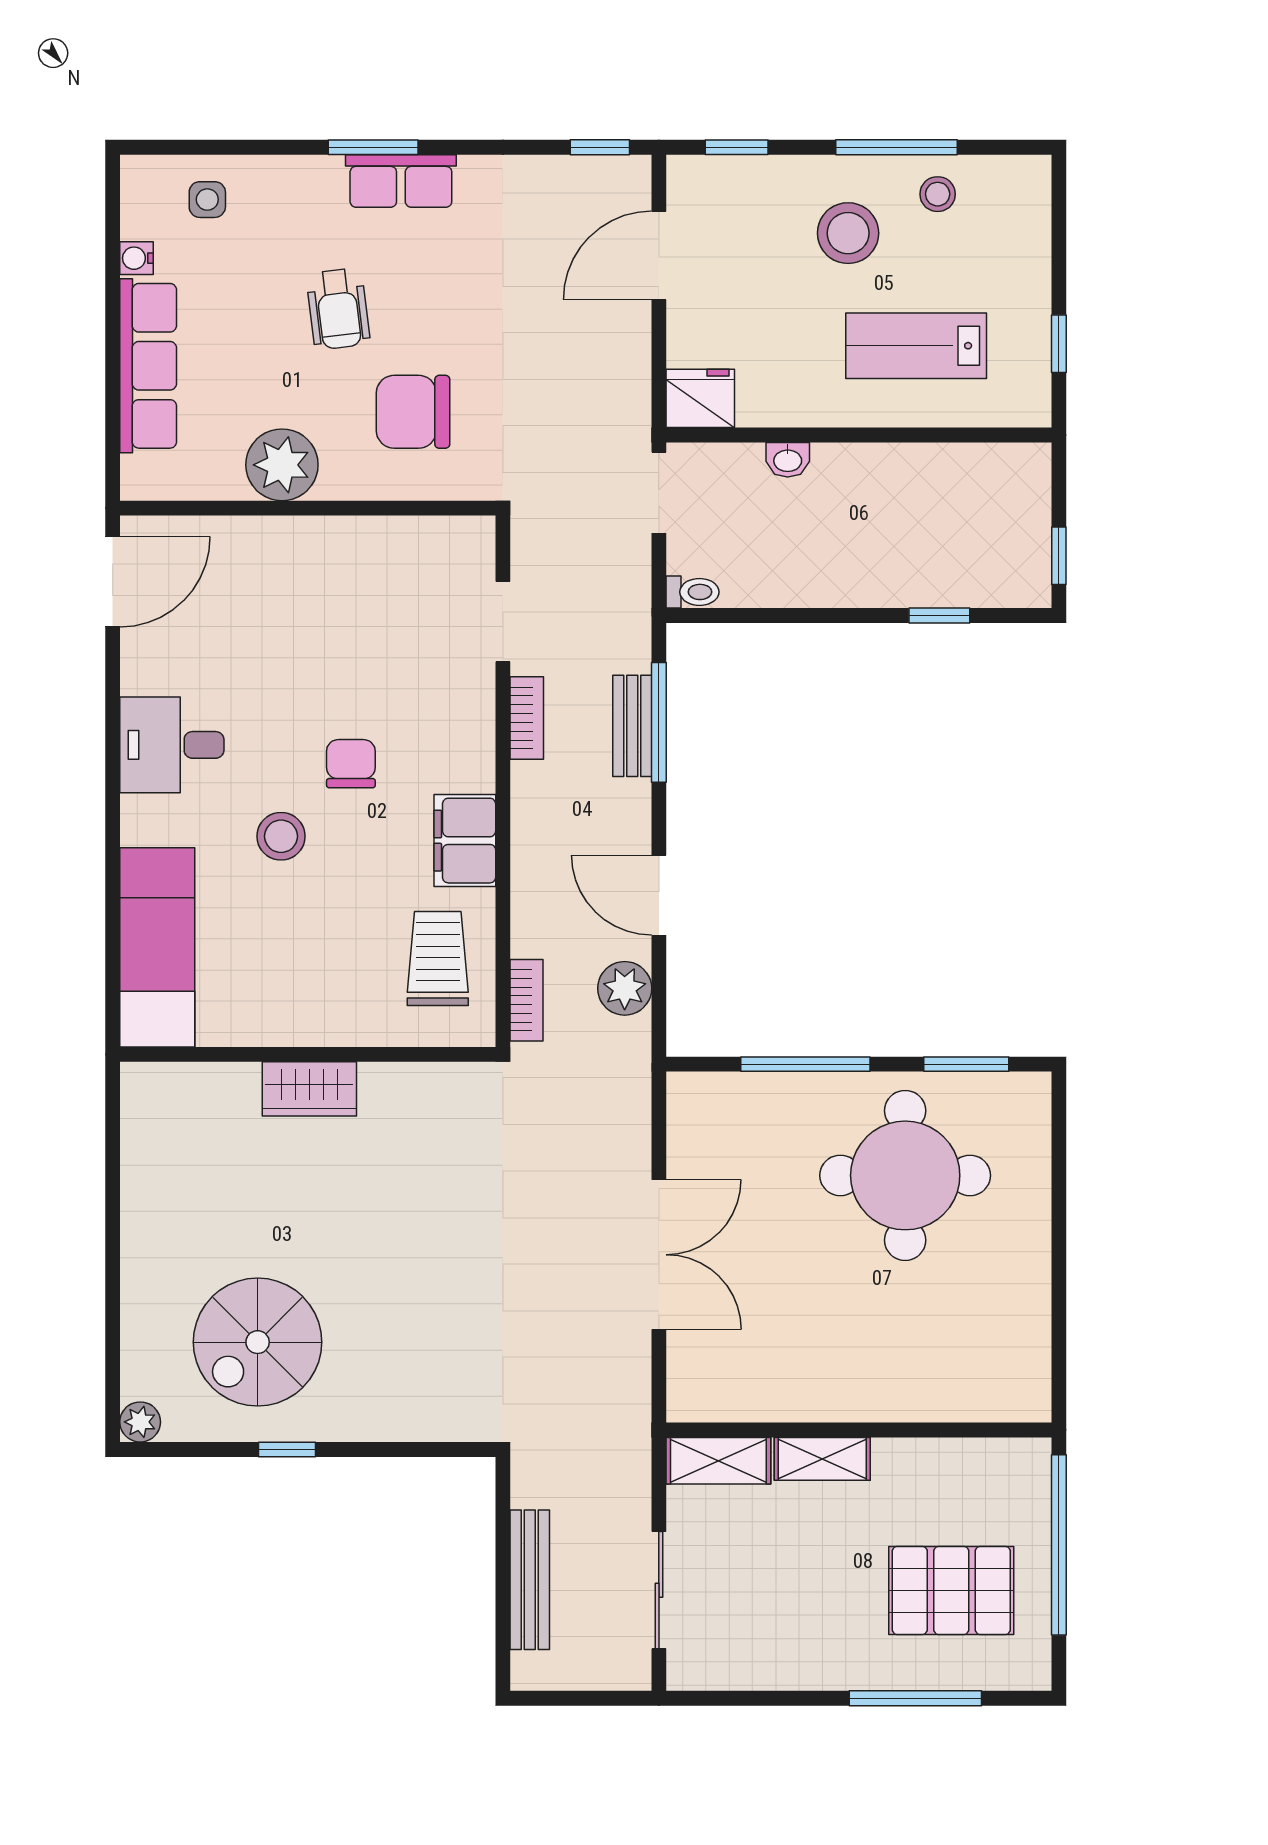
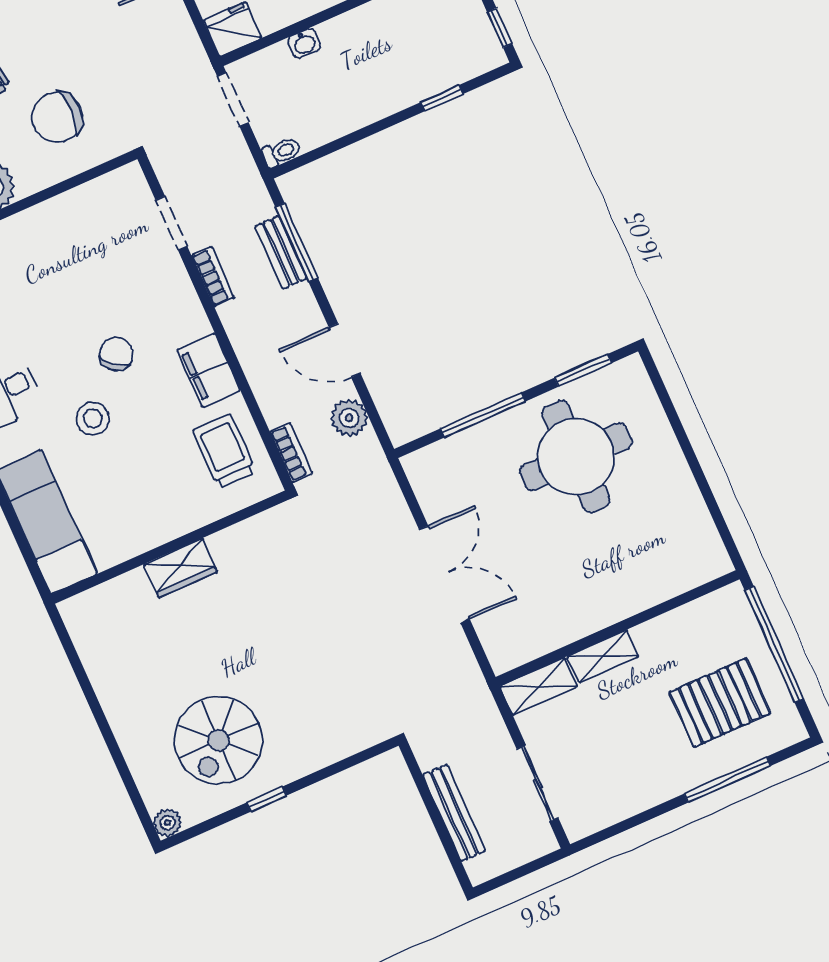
chair: (351, 764) -> (116, 354), turned 40

